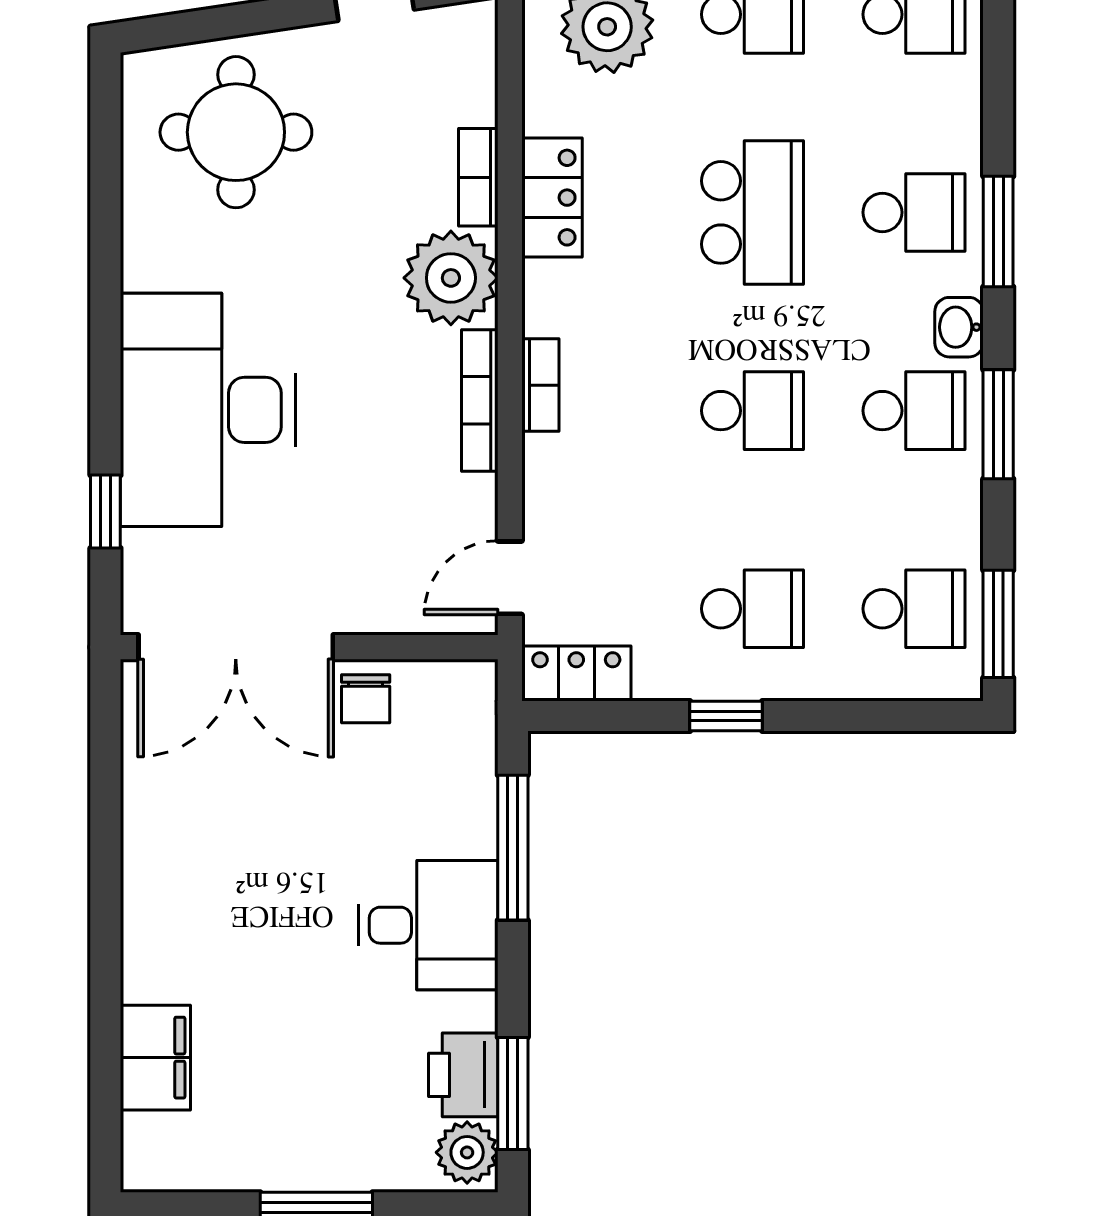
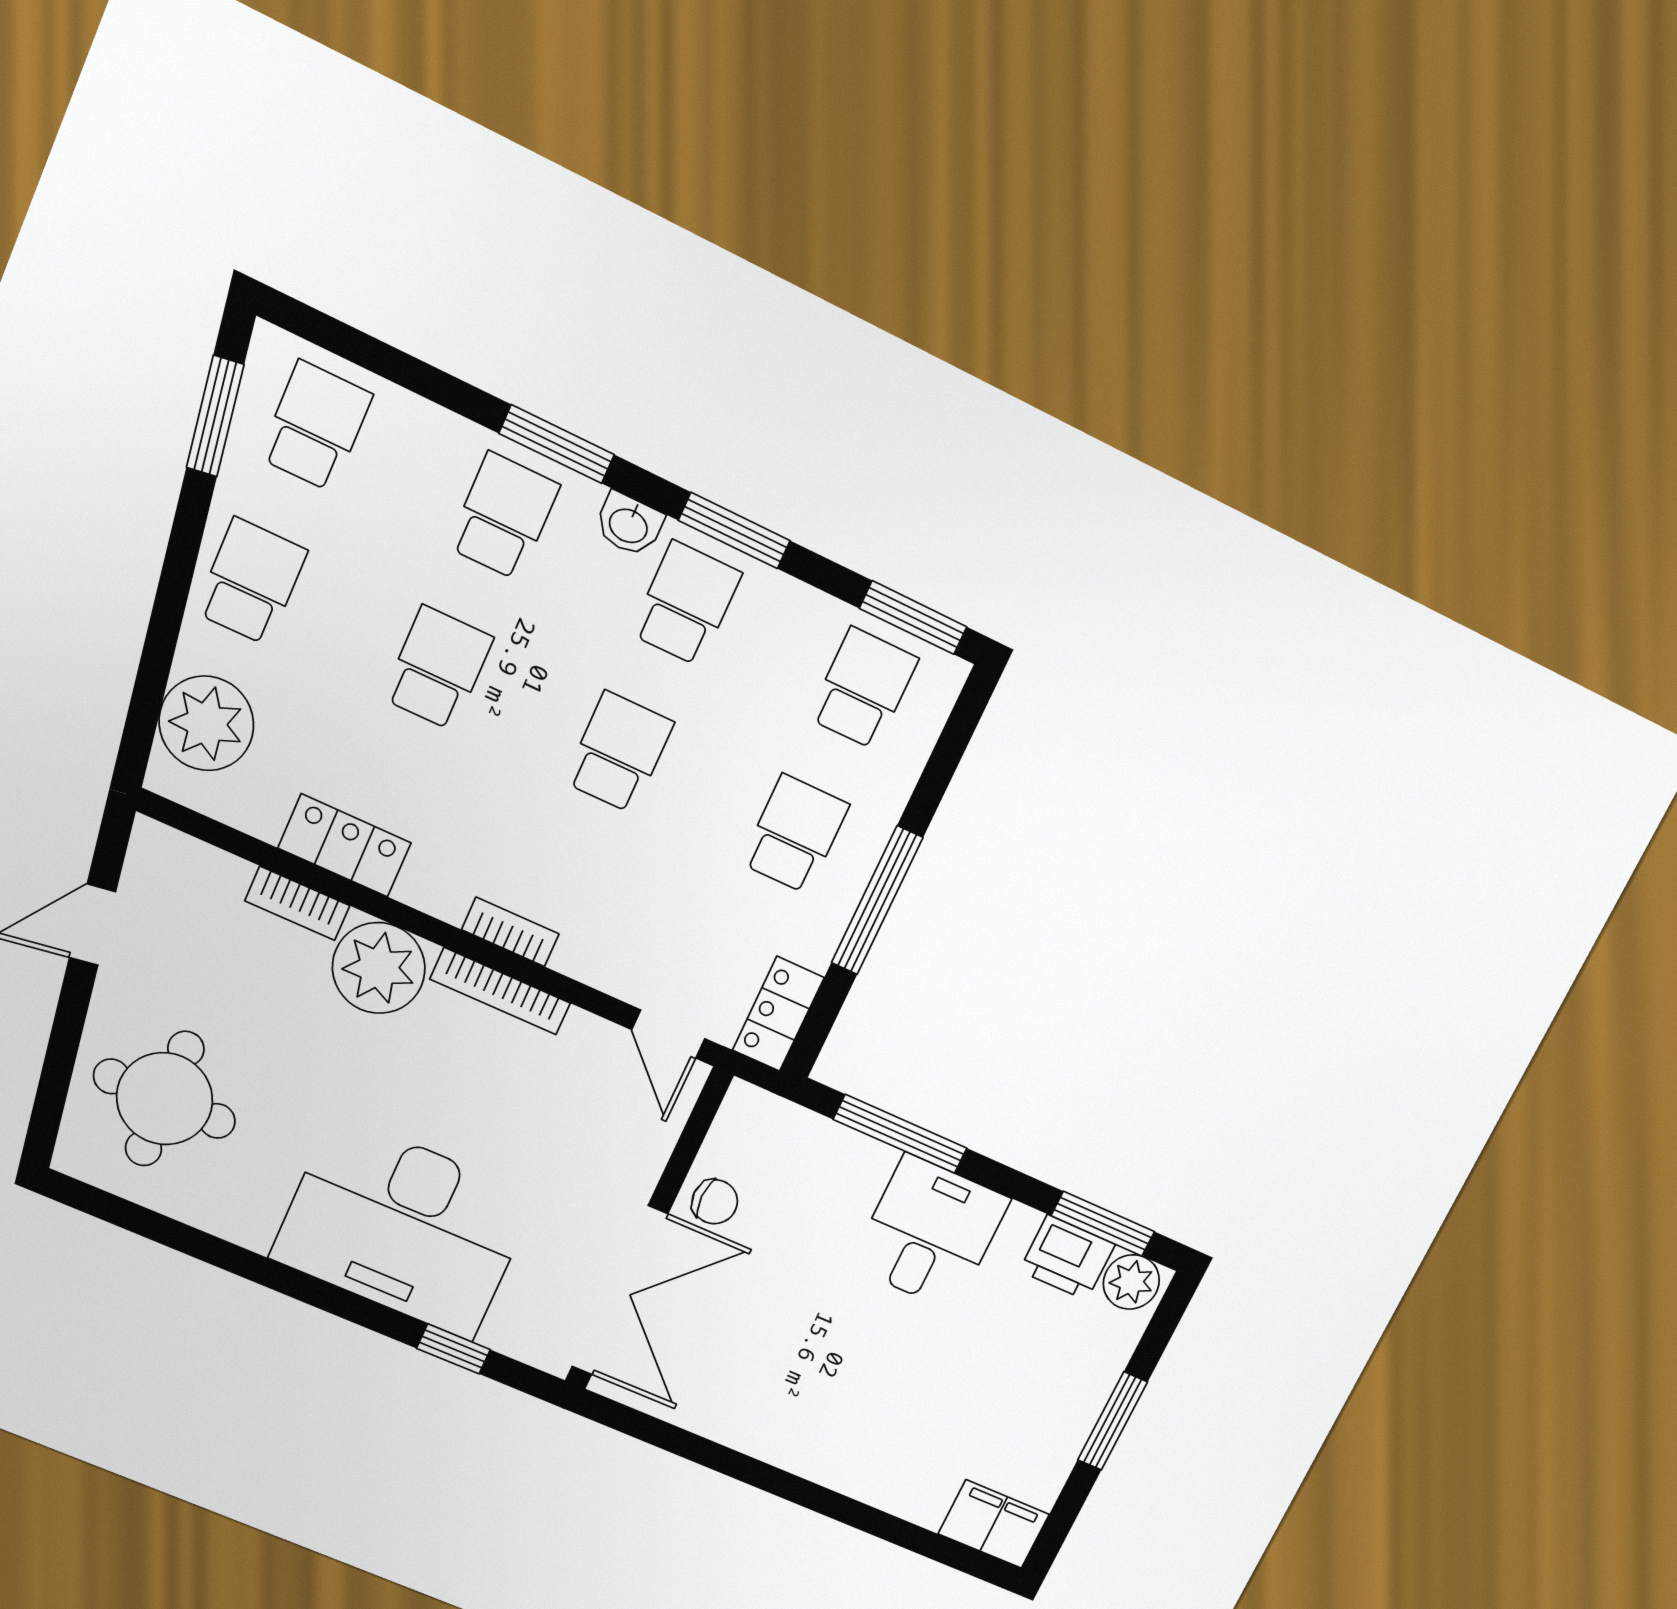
school desk: (753, 212) -> (438, 668), width x0.54
window: (726, 716) -> (877, 900), width x2.17
filing cabinet: (155, 1058) -> (994, 1524), moved

